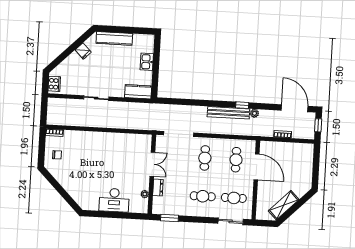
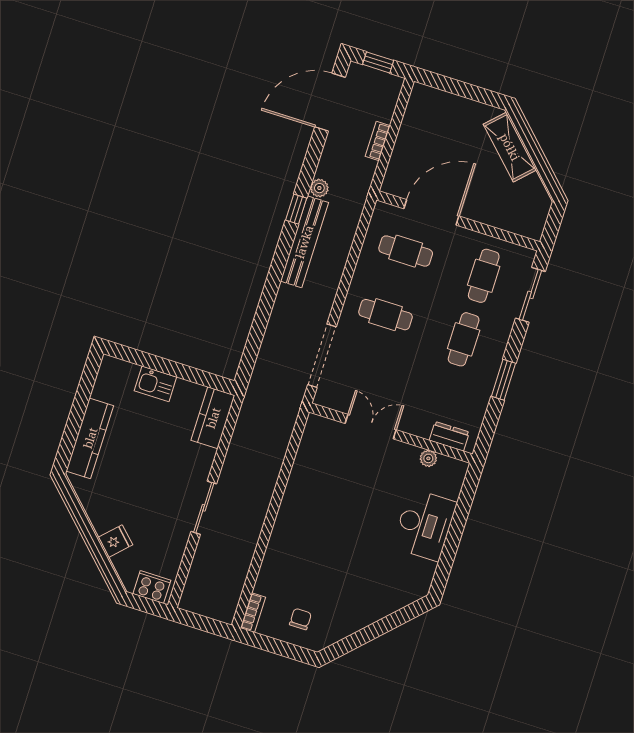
fridge: (83, 51) -> (115, 541), moved
dresser: (158, 187) -> (449, 436), moved
shelving: (284, 205) -> (510, 147), moved
window: (169, 218) -> (503, 380), moved

